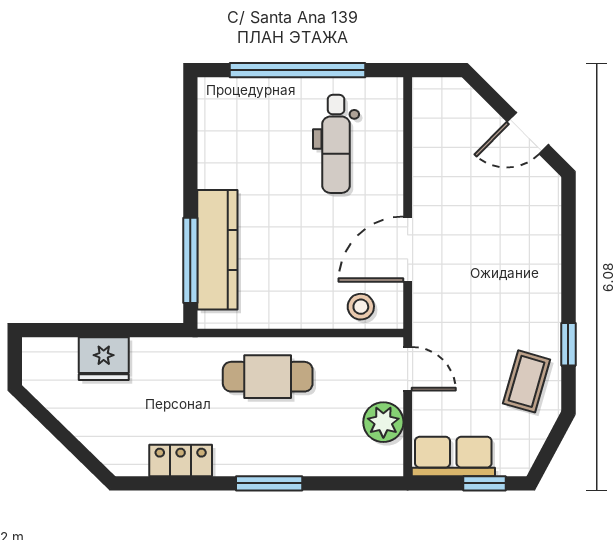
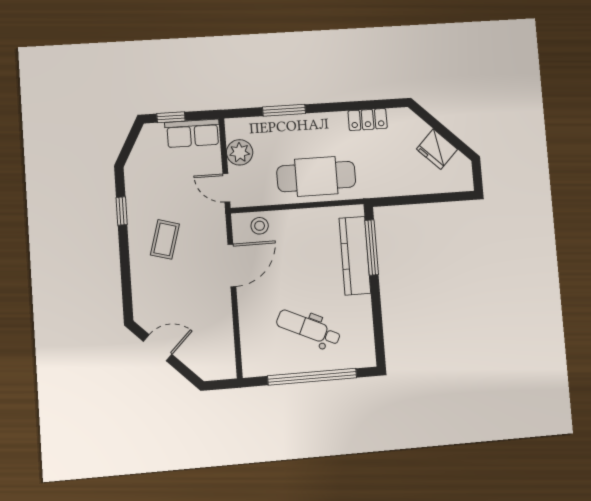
dental chair: (336, 144) -> (309, 328), moved, turned -65
fridge: (104, 359) -> (437, 149), moved, turned -136
cafe table: (268, 377) -> (316, 177), width x1.37, depth x1.35
coffee table: (527, 381) -> (165, 239), moved
window: (269, 483) -> (284, 110), moved

